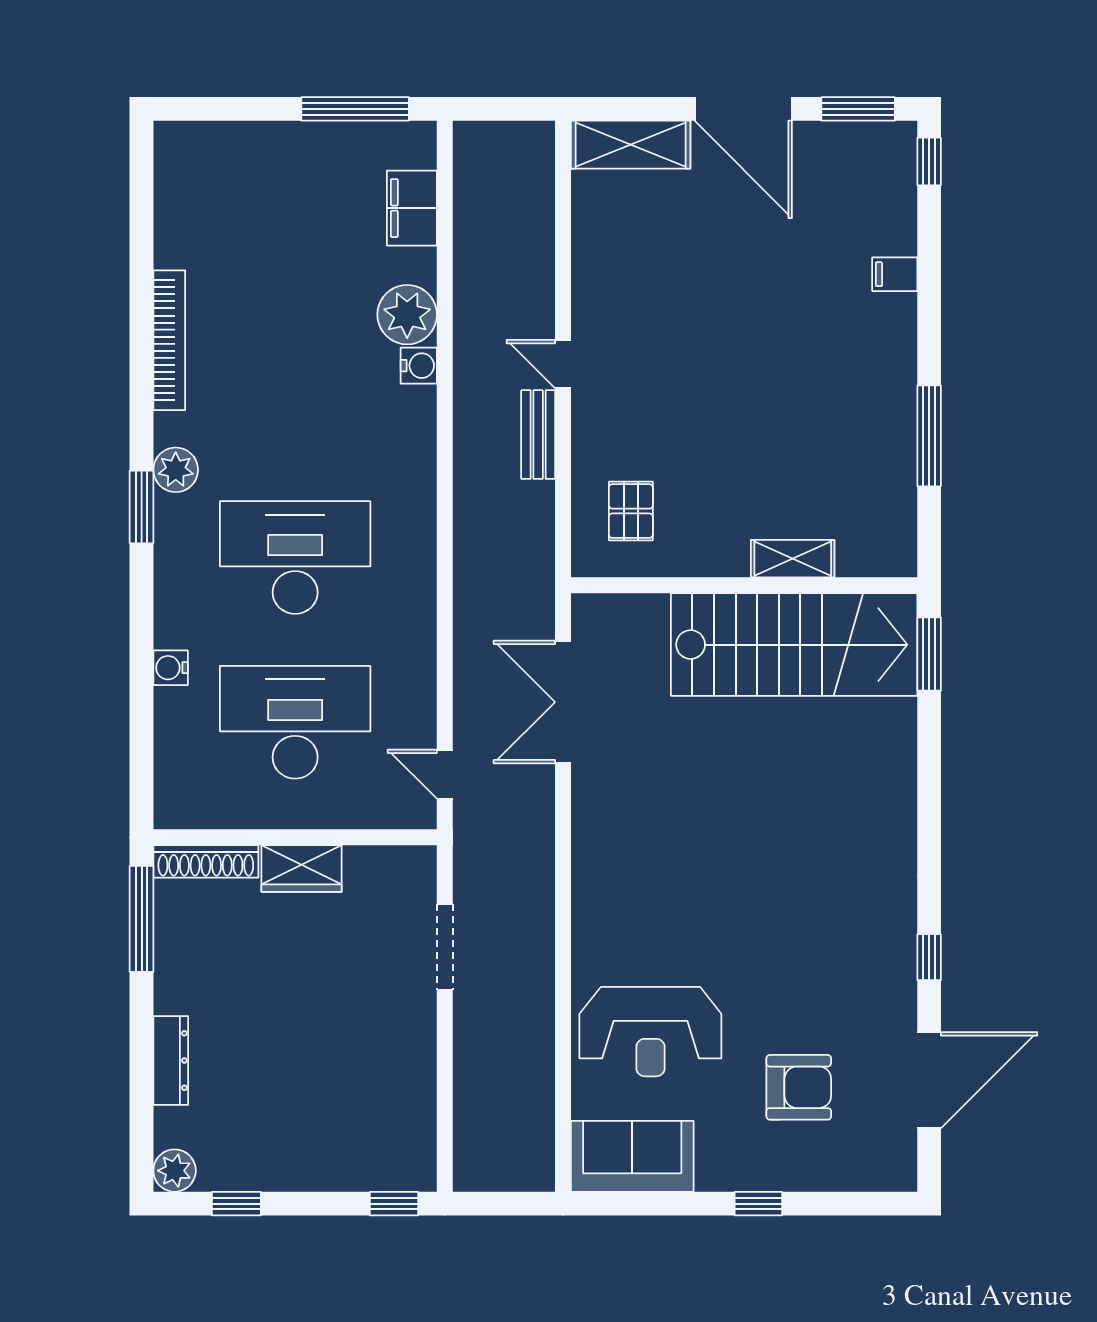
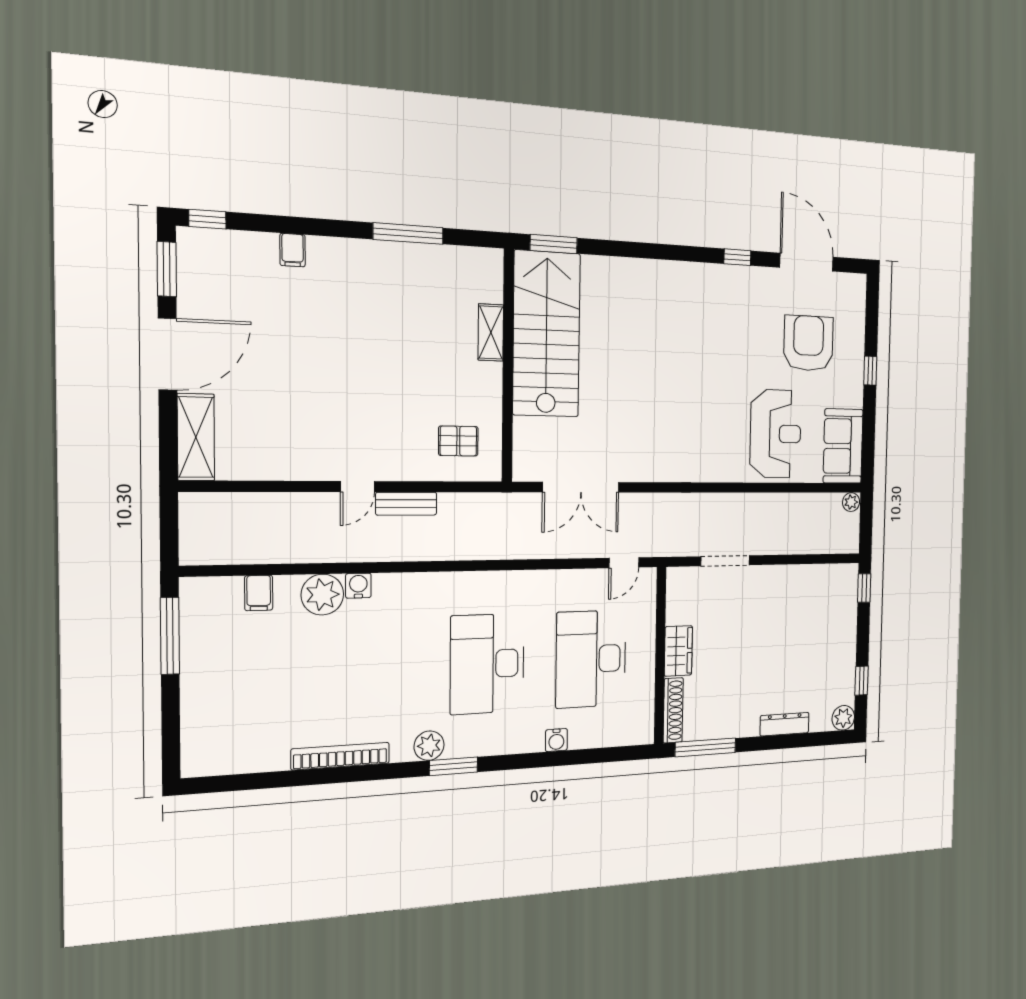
filing cabinet: (412, 208) -> (259, 593), width x0.50
armchair: (799, 1087) -> (808, 343), width x1.36, depth x1.36
plant: (539, 1174) -> (851, 502), added

